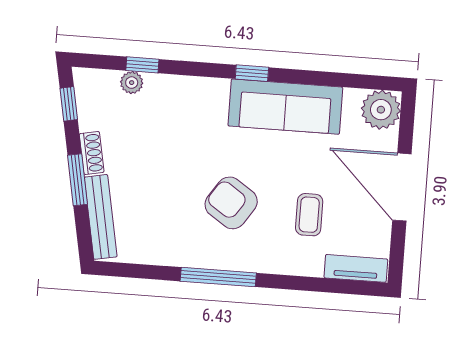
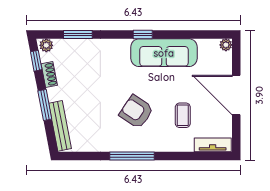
window: (142, 65) -> (78, 34), width x1.50
plant: (132, 83) -> (46, 45), moved
plant: (381, 110) -> (226, 45), width x0.53, depth x0.53
shoe rack: (92, 153) -> (49, 75), moved

